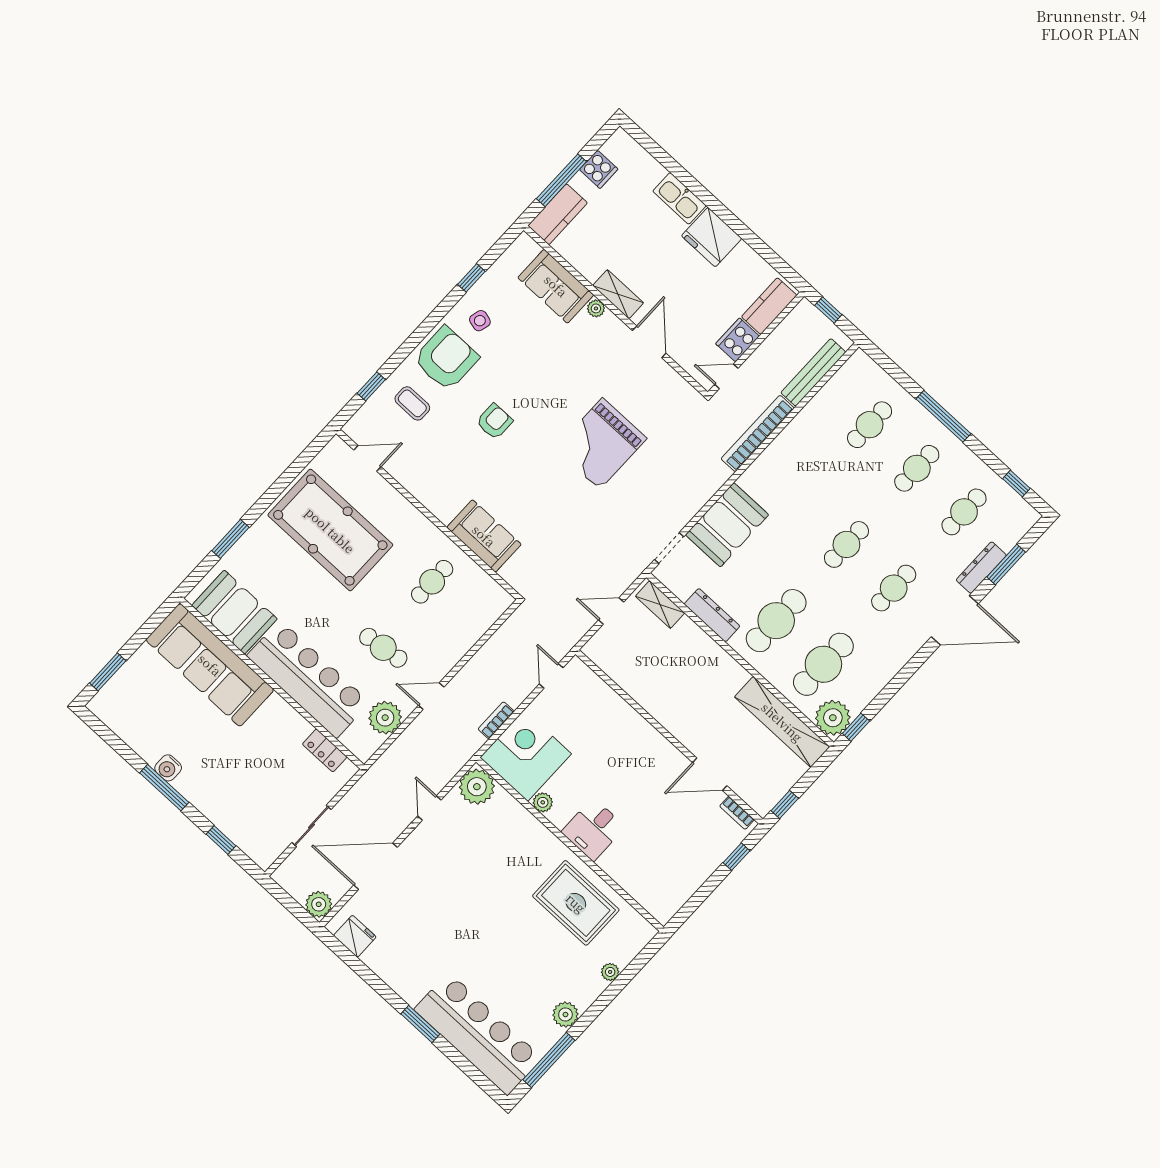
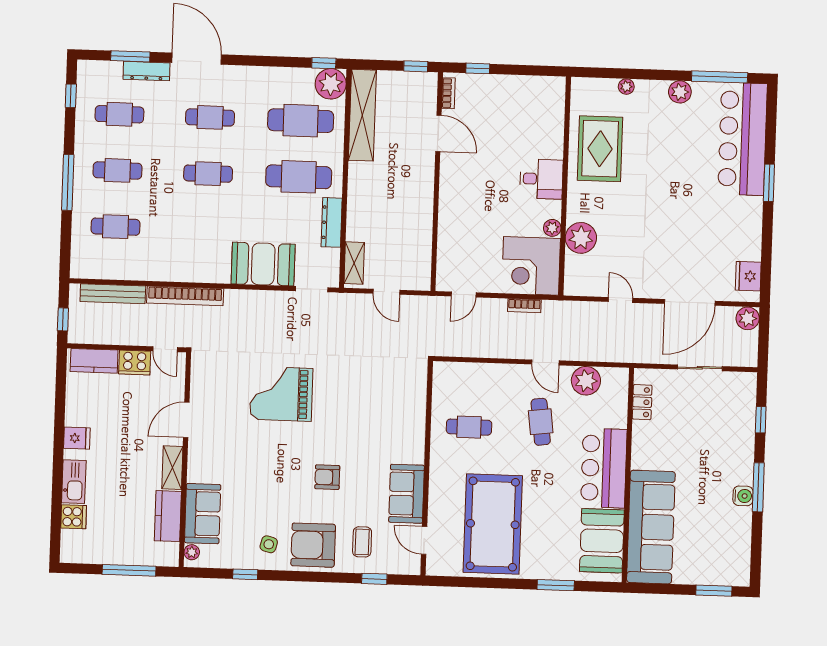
cooker: (599, 169) -> (74, 517), moved, turned 90
kitchen counter: (558, 214) -> (168, 516), moved, turned -90
fridge: (712, 237) -> (77, 438), width x0.53, depth x0.75
plant: (596, 308) -> (192, 552), moved
grand piano: (601, 444) -> (281, 394), turned 180
sofa: (484, 536) -> (407, 494), moved
bar counter: (308, 679) -> (604, 468), width x0.73
plant: (477, 787) -> (581, 238), moved
door: (429, 808) -> (621, 300), swing flipped
door: (376, 866) -> (690, 302), hinge flipped

